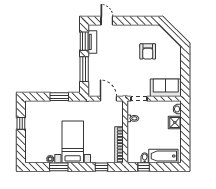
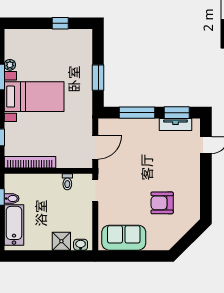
sofa: (166, 88) -> (124, 238), moved, turned -90

